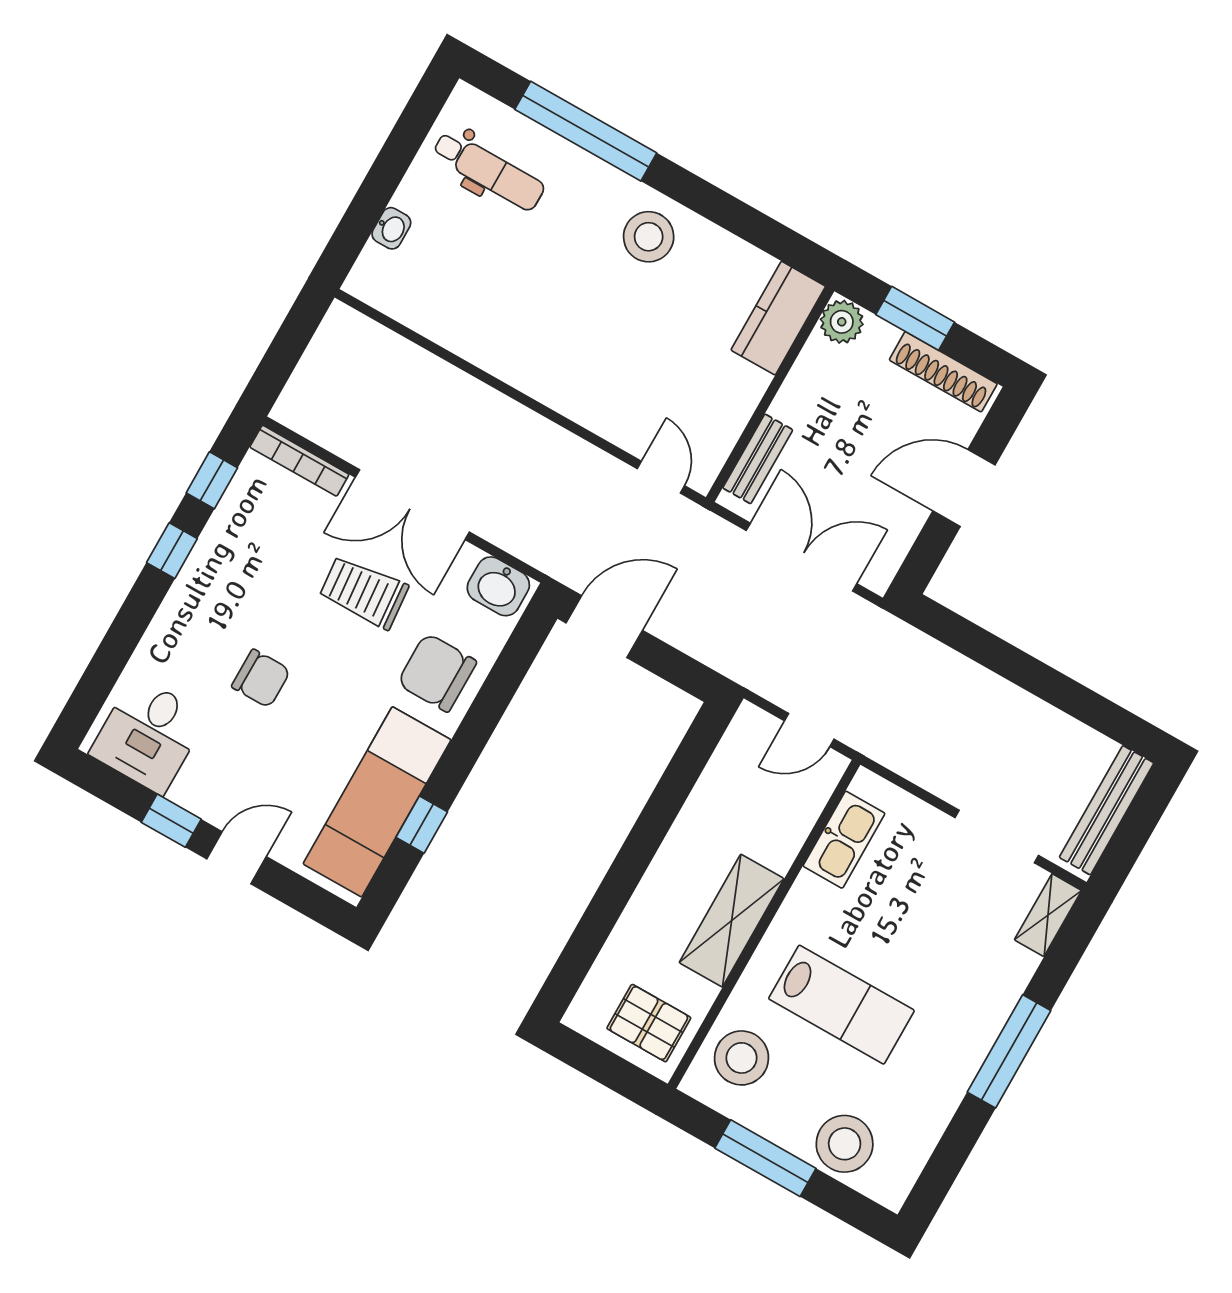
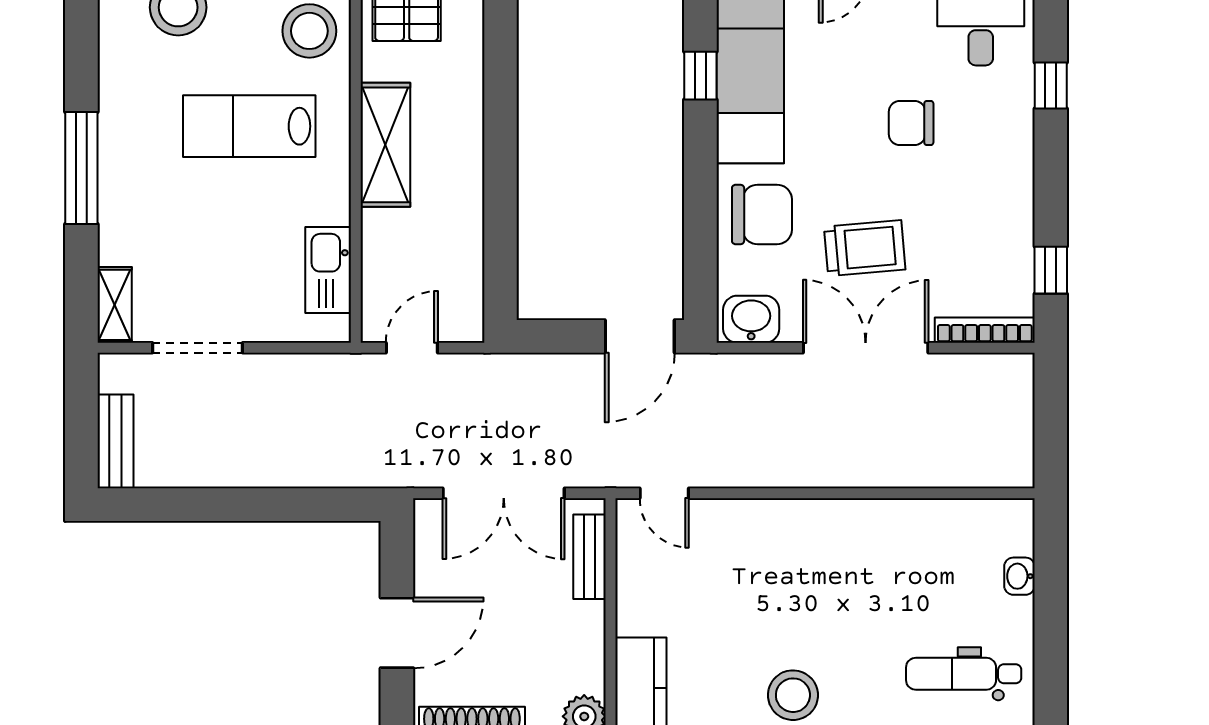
window: (172, 551) -> (1051, 86), moved
bench: (1107, 810) -> (115, 441), width x0.73

